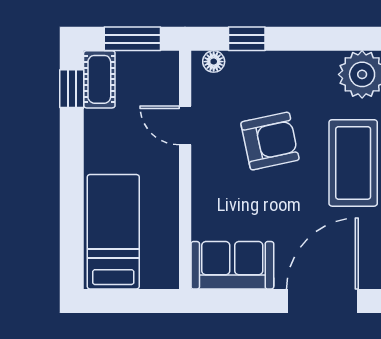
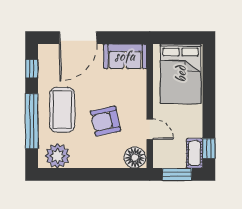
window: (247, 39) -> (118, 174), removed
floor lamp: (214, 62) -> (135, 158), width x1.89, depth x1.89
bed: (113, 232) -> (181, 74), width x1.50

